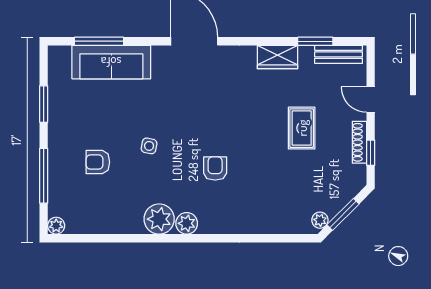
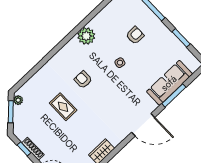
window: (99, 41) -> (174, 95), moved
rug: (302, 128) -> (63, 107), moved
armchair: (215, 169) -> (83, 80), turned 180
plant: (187, 223) -> (73, 45), removed

